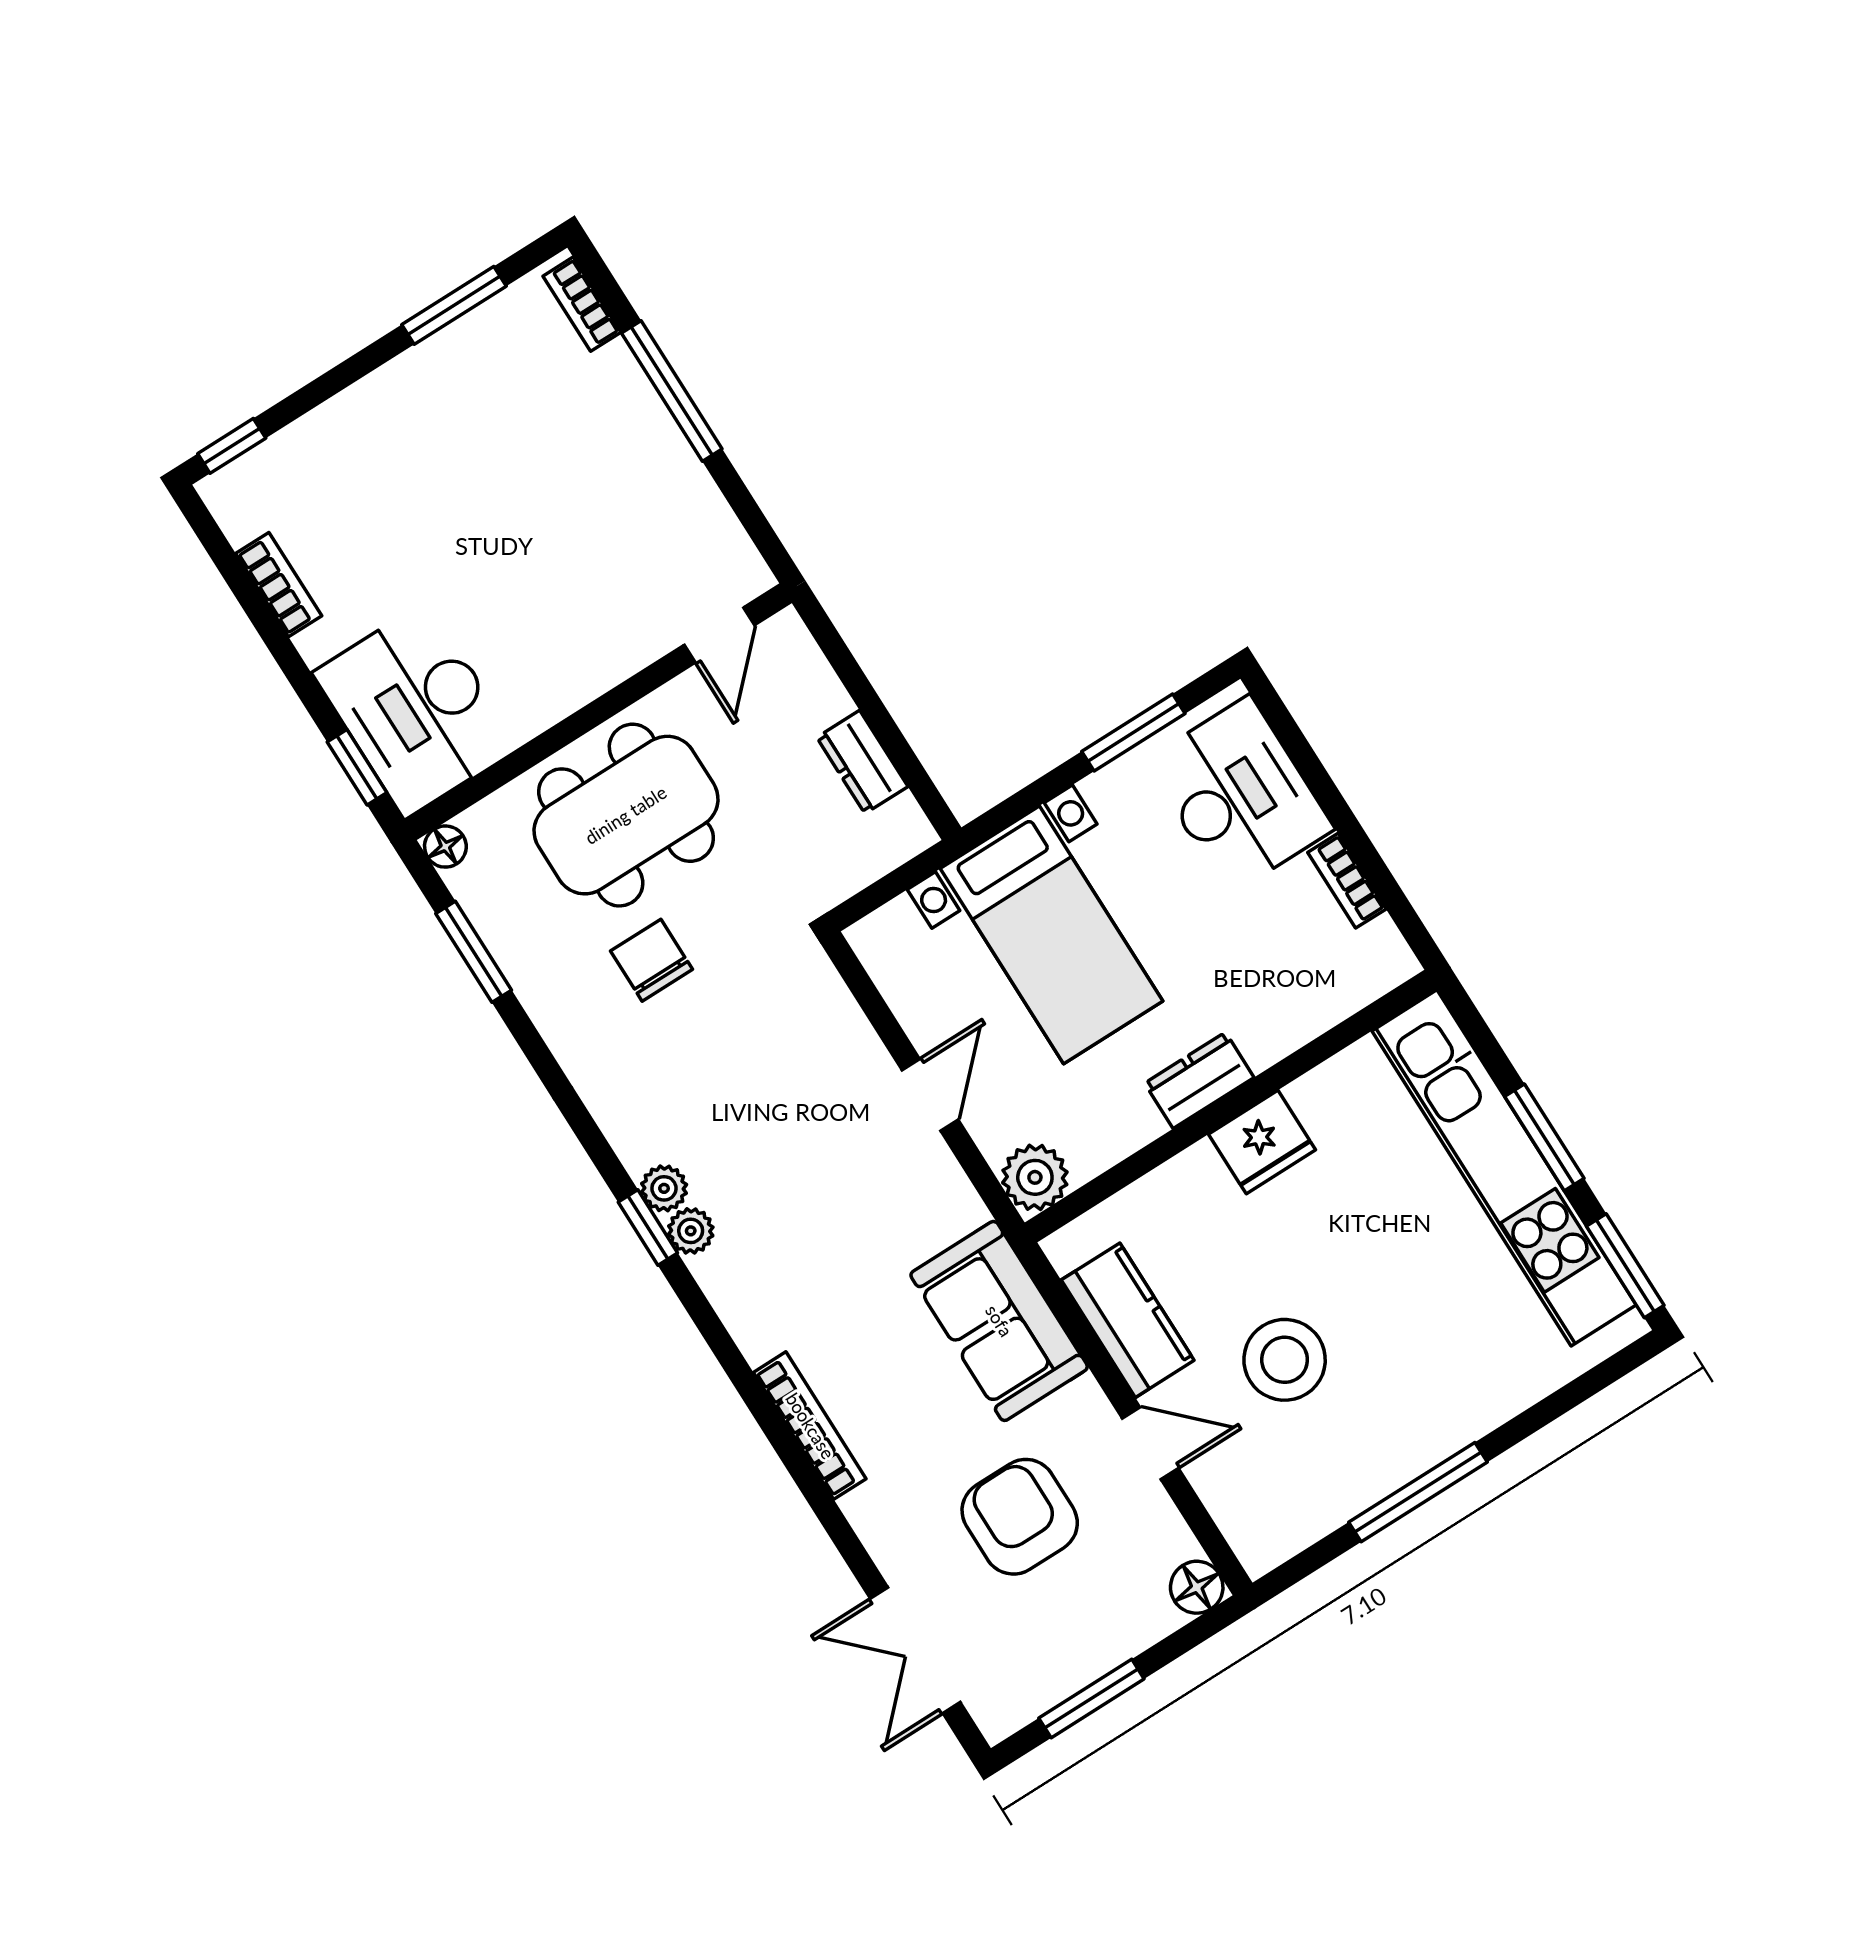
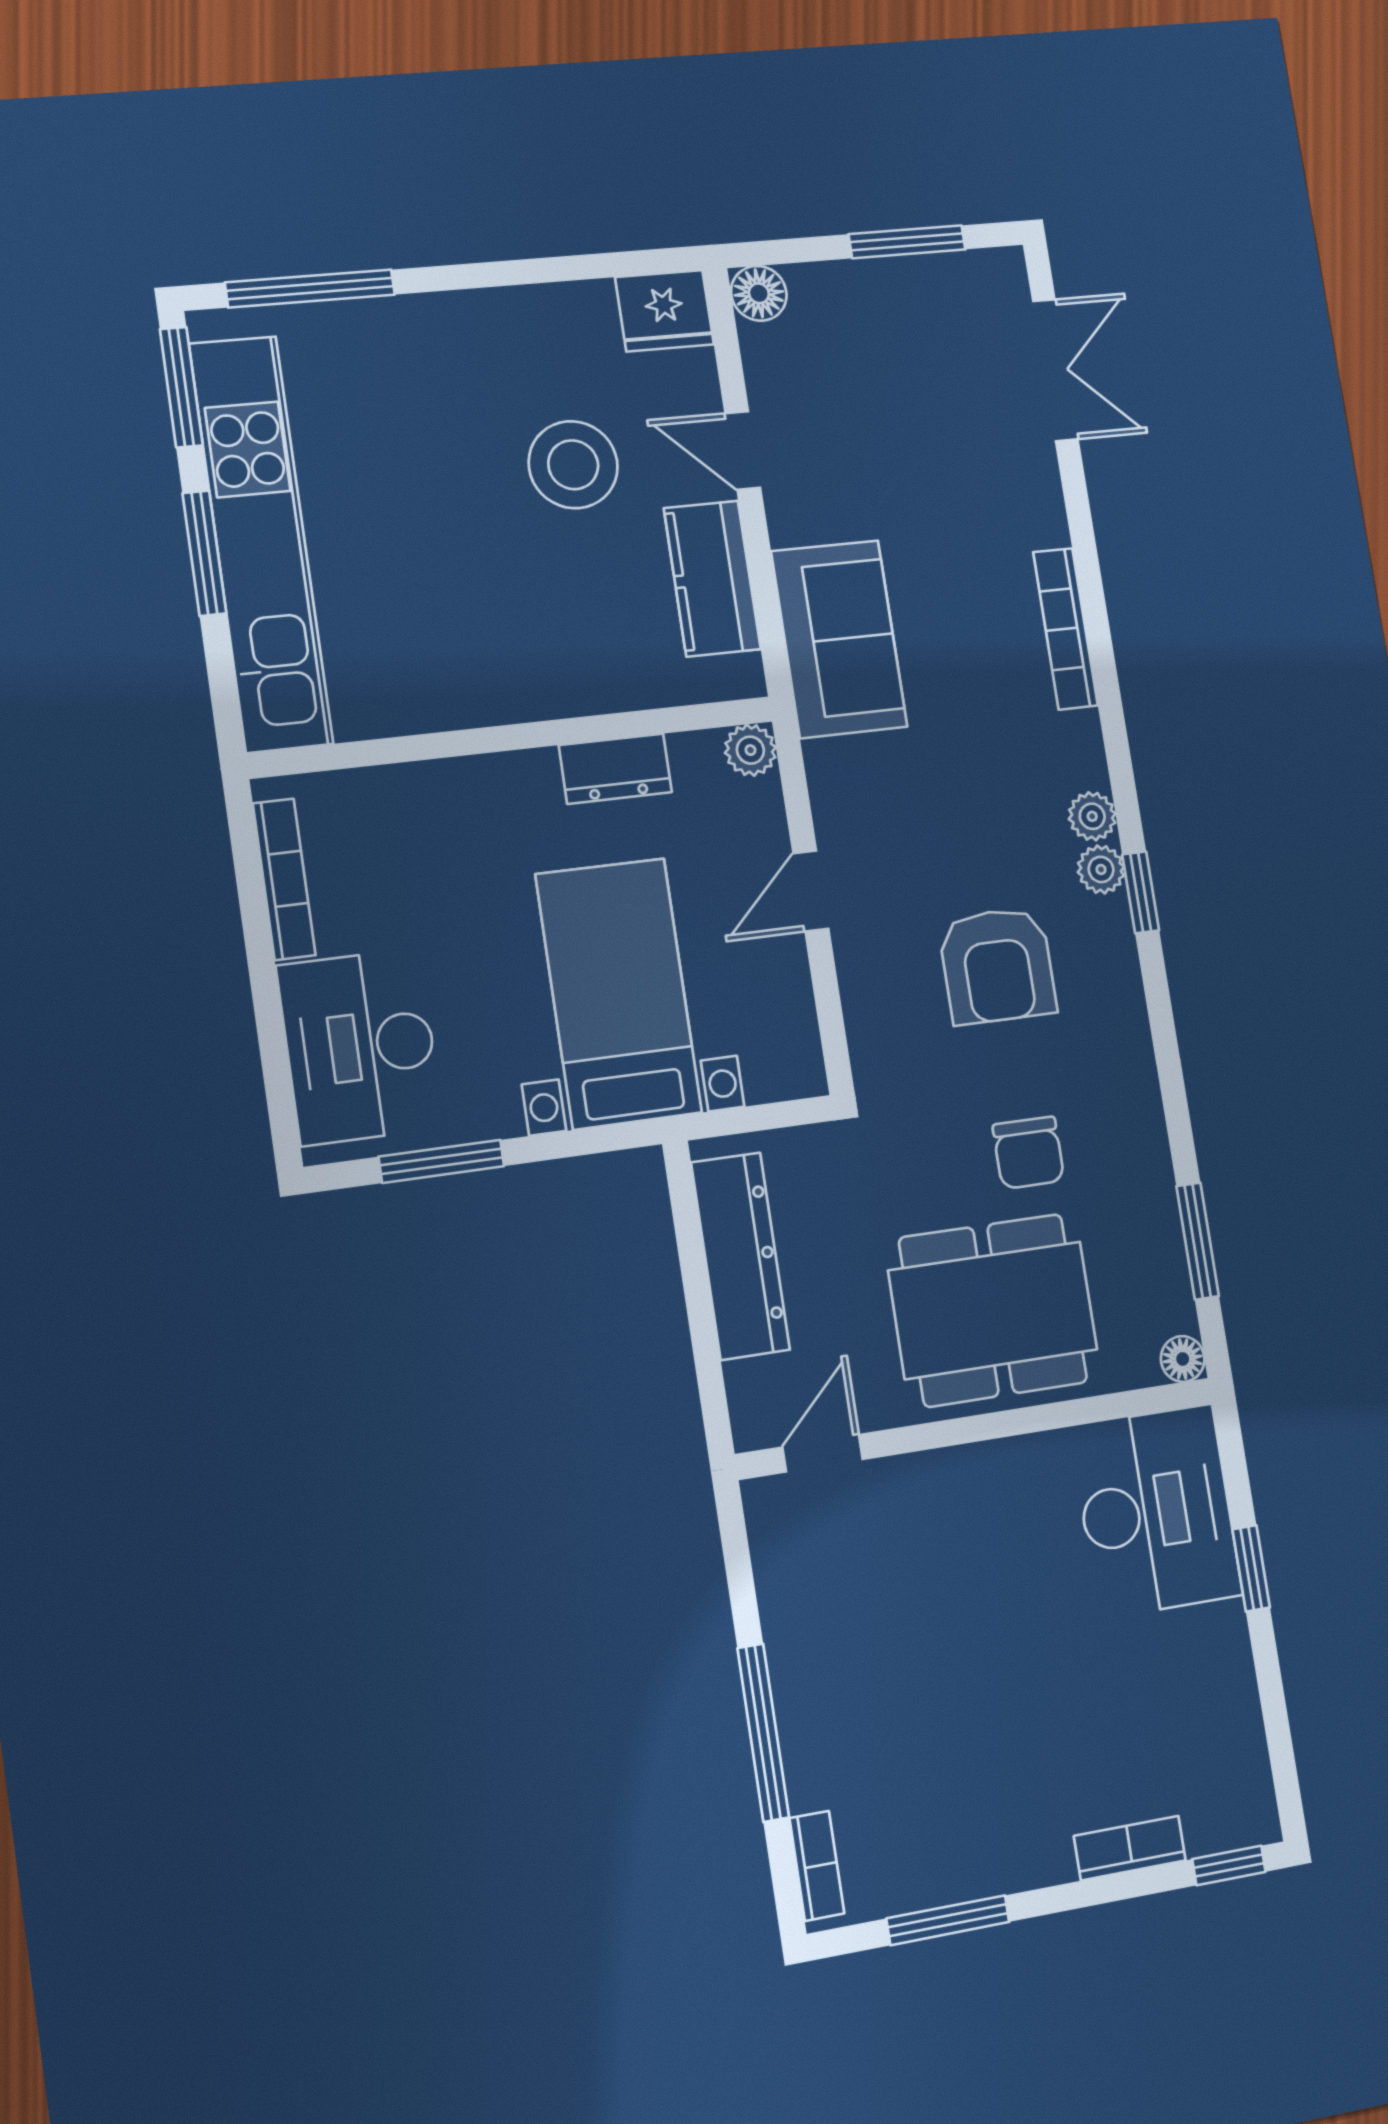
bookcase: (279, 585) -> (1130, 1848), moved, turned 90
dresser: (862, 762) -> (740, 1256), width x1.96, depth x1.24
window: (357, 767) -> (1251, 1568), moved
bookcase: (1347, 881) -> (284, 879), width x1.56
dresser: (1199, 1080) -> (615, 769), moved
fridge: (1262, 1142) -> (665, 311), moved, turned 180
plant: (1035, 1177) -> (750, 750), width x0.73, depth x0.73
plant: (664, 1188) -> (1092, 816), moved
window: (1418, 1492) -> (310, 289), moved
armchair: (1020, 1517) -> (997, 966), moved

